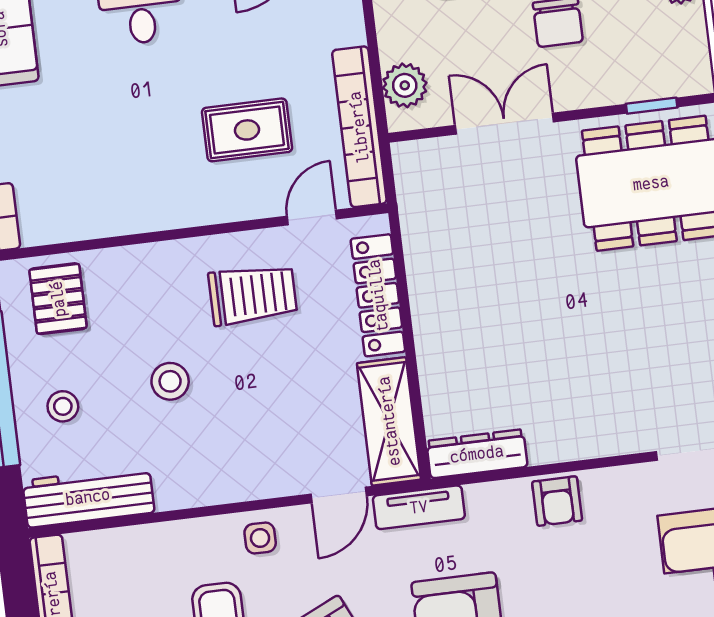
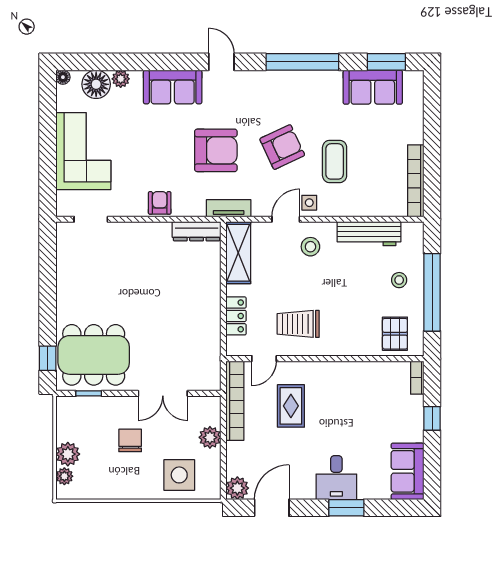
plant: (405, 85) -> (210, 437), moved
rug: (247, 130) -> (291, 406), turned 90
locker: (378, 295) -> (236, 316), width x0.66
stool: (170, 381) -> (310, 247), moved
door: (339, 495) -> (286, 219), moved
workbench: (88, 497) -> (369, 234), moved

